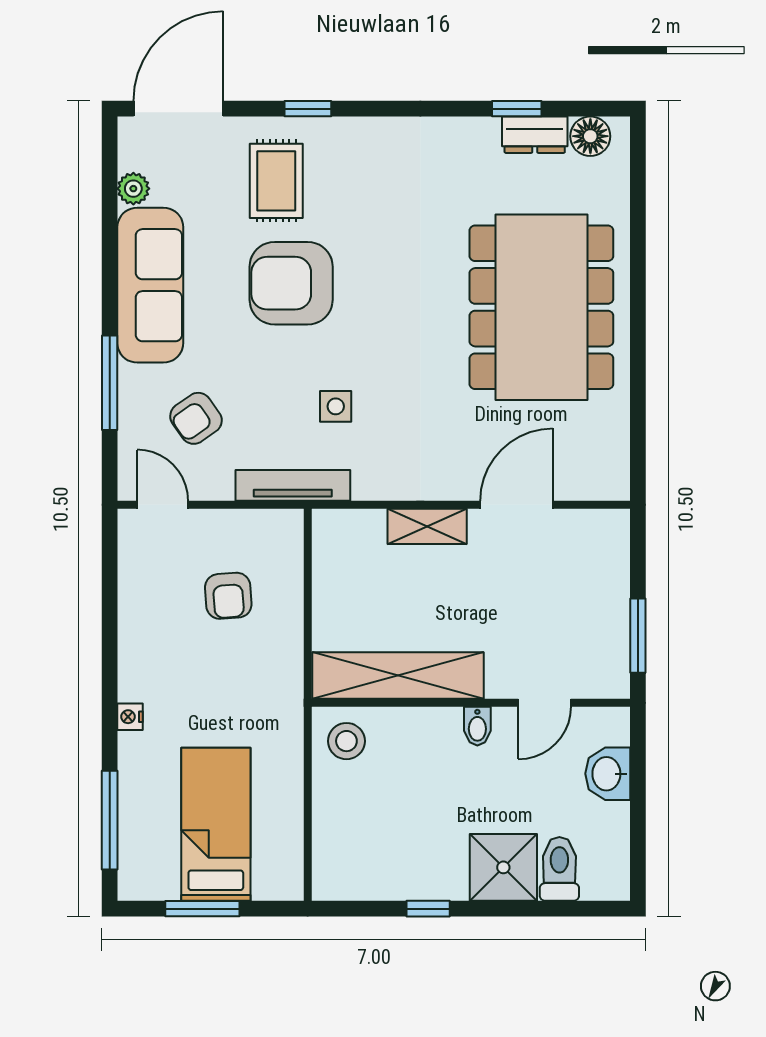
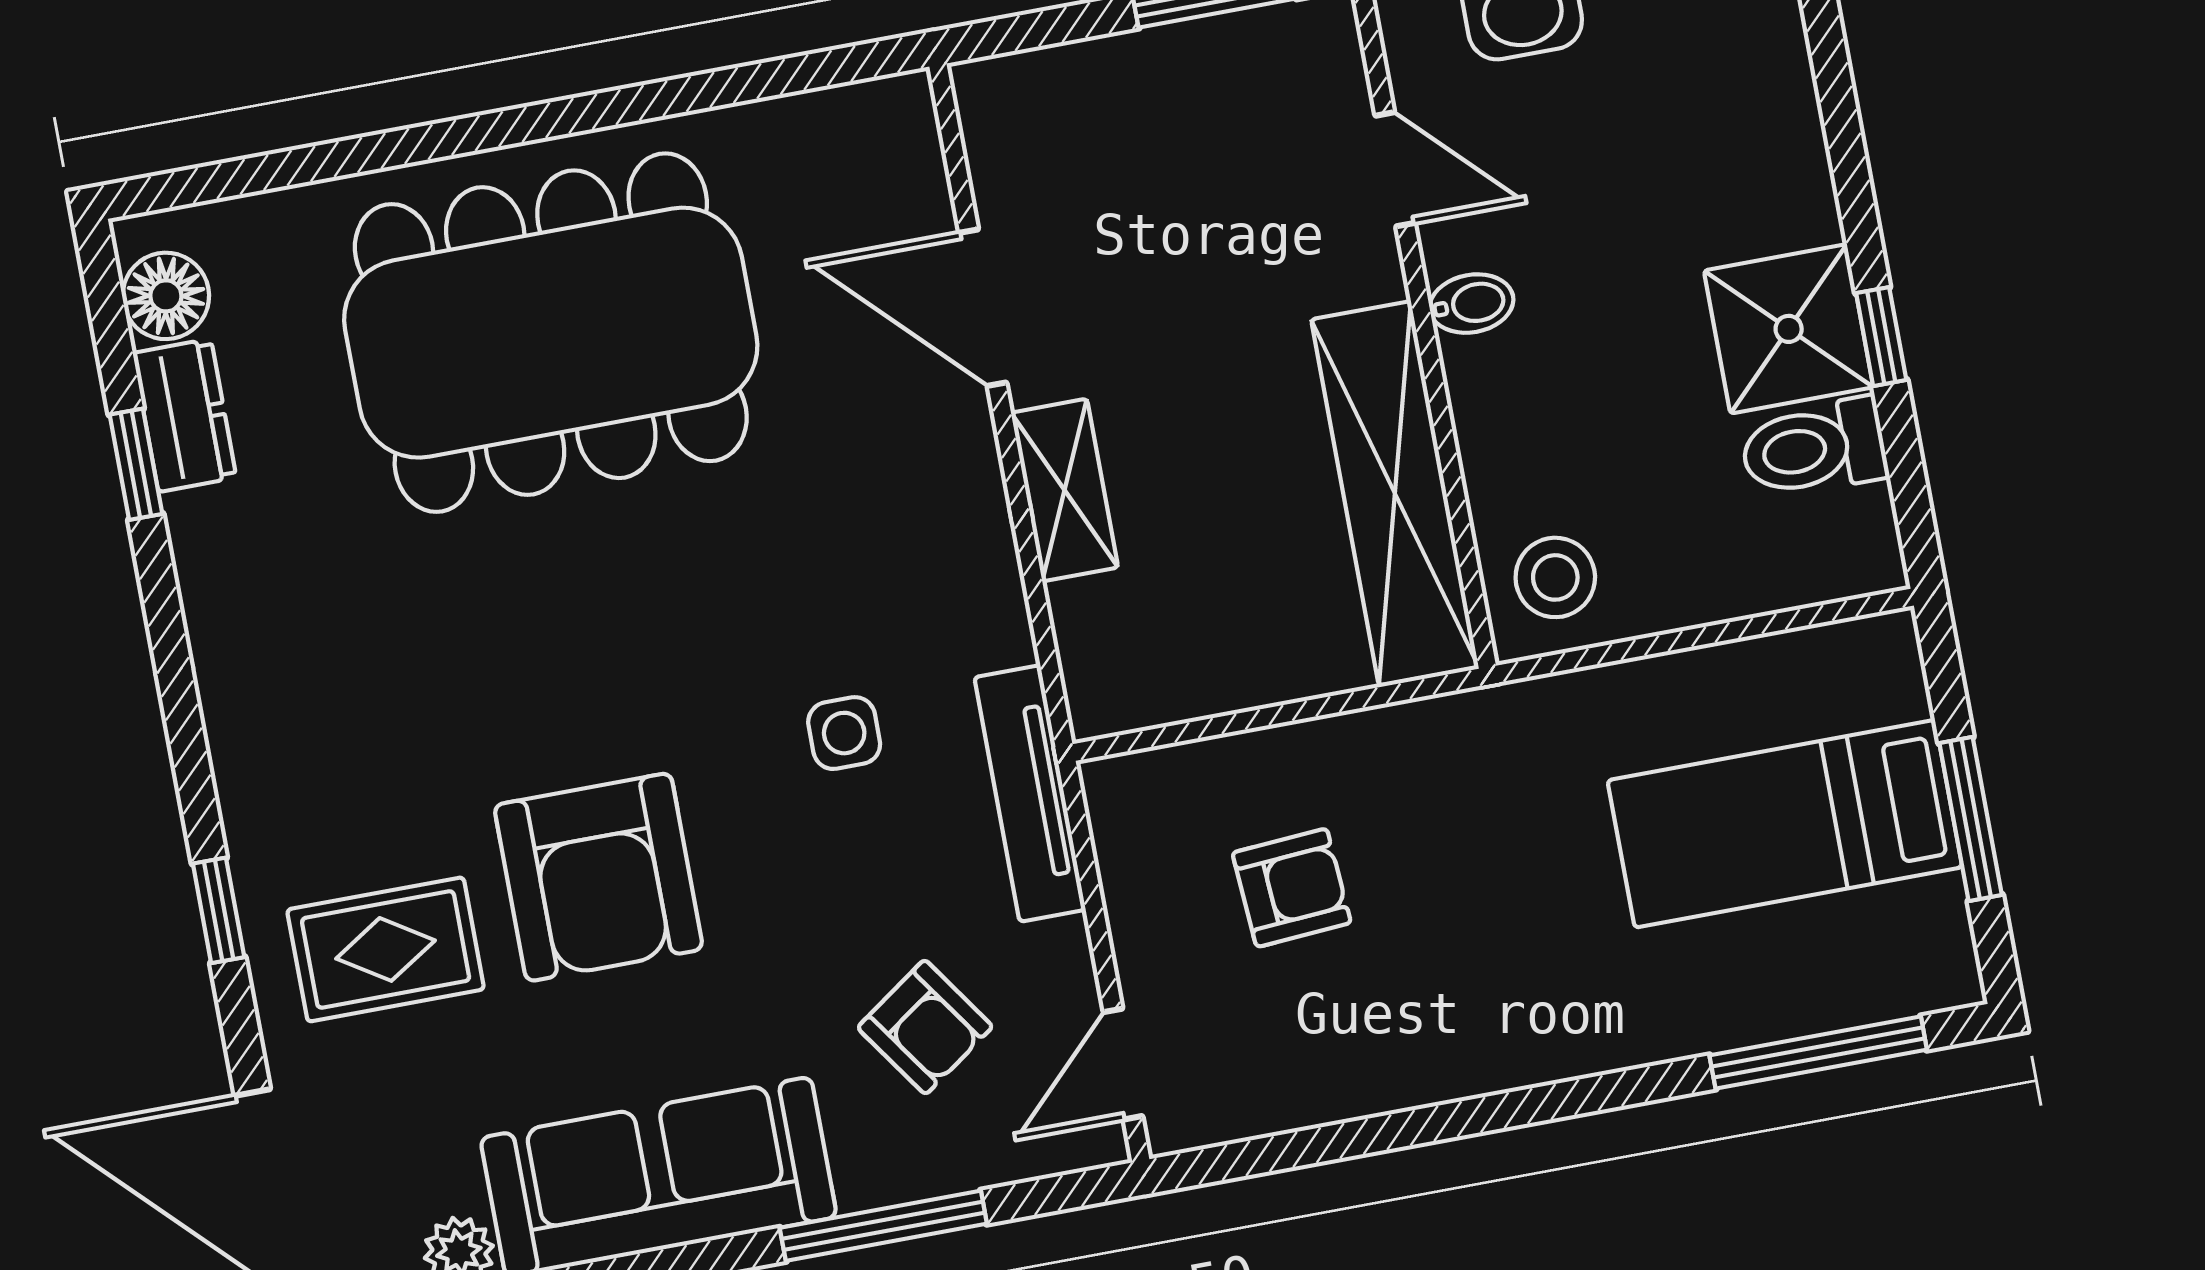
nightstand: (130, 717) -> (1589, 1050), removed
shower: (503, 867) -> (1789, 329), moved
toilet: (559, 869) -> (1814, 448), moved

